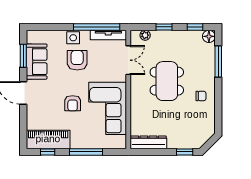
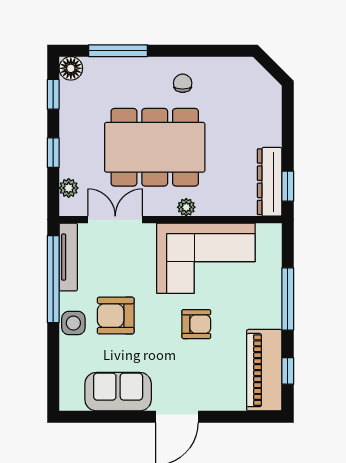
window: (23, 56) -> (107, 417), removed
dining table: (167, 81) -> (155, 147), width x1.36, depth x1.24
plant: (135, 98) -> (186, 207), added
window: (185, 152) -> (288, 186), moved

